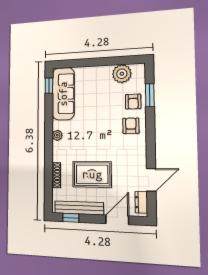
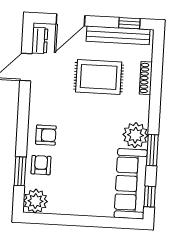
plant: (122, 74) -> (35, 201), moved
window: (49, 120) -> (152, 150), added
armchair: (131, 126) -> (46, 135), turned -90
plant: (57, 135) -> (135, 135), width x1.88, depth x1.88

